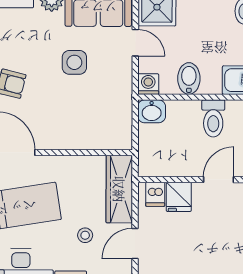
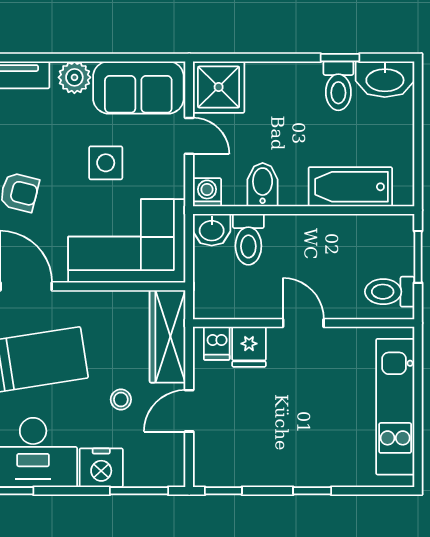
toilet: (213, 118) -> (248, 239), moved
corner sofa: (90, 119) -> (127, 241), added
door: (218, 180) -> (303, 323), hinge flipped

